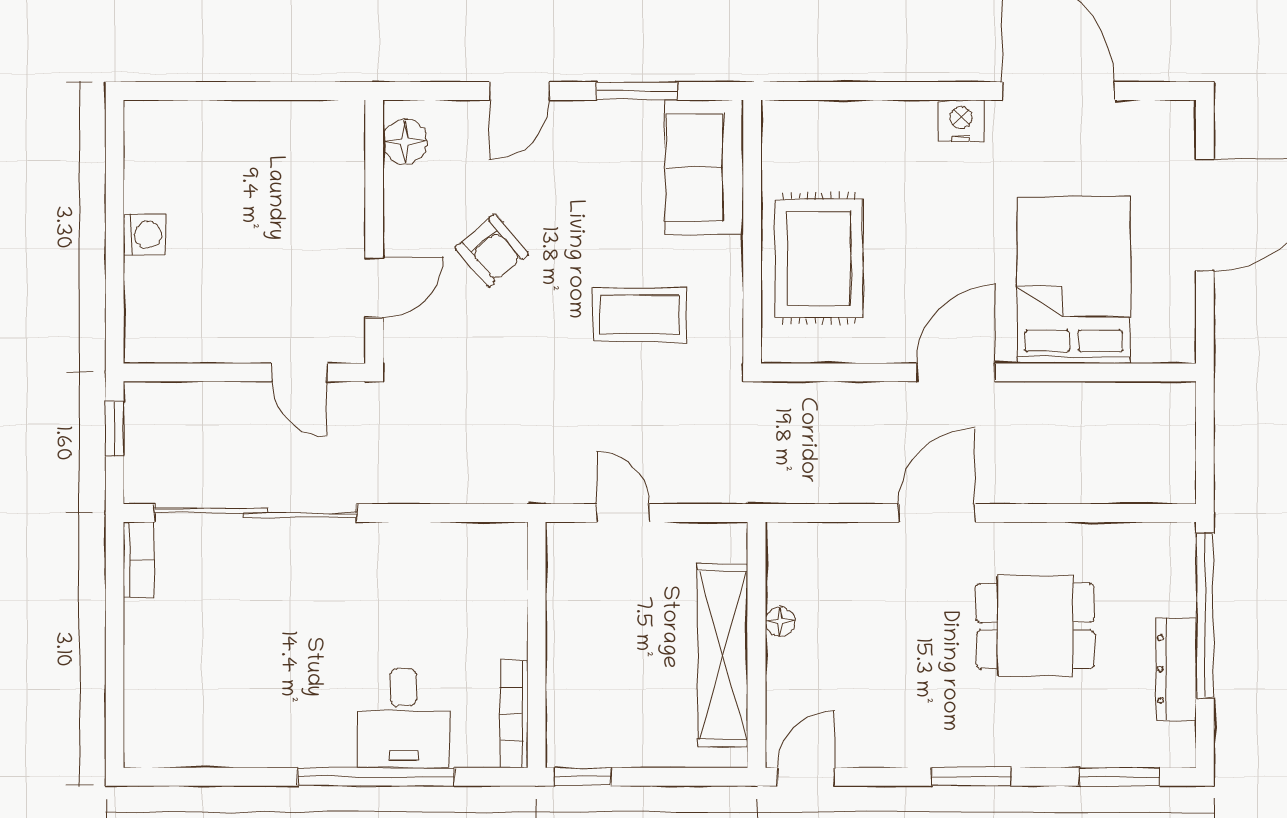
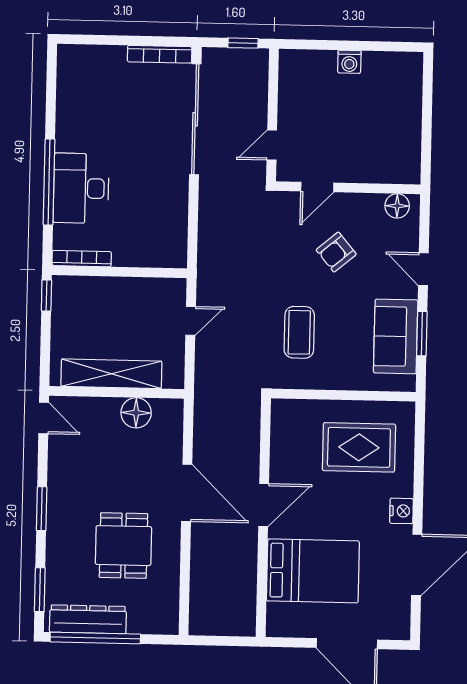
sofa: (704, 167) -> (396, 336), moved, turned -90
rug: (819, 258) -> (359, 447), moved
door: (374, 288) -> (317, 187), hinge flipped
door: (956, 372) -> (264, 505), hinge flipped
door: (937, 513) -> (187, 493), width x1.36
bookcase: (139, 559) -> (160, 54), width x1.56
window: (1205, 616) -> (95, 638), moved
floor lamp: (780, 622) -> (136, 413), width x1.89, depth x1.89
dresser: (1176, 669) -> (88, 619), width x1.37, depth x1.24
desk: (403, 718) -> (81, 188), width x1.37

